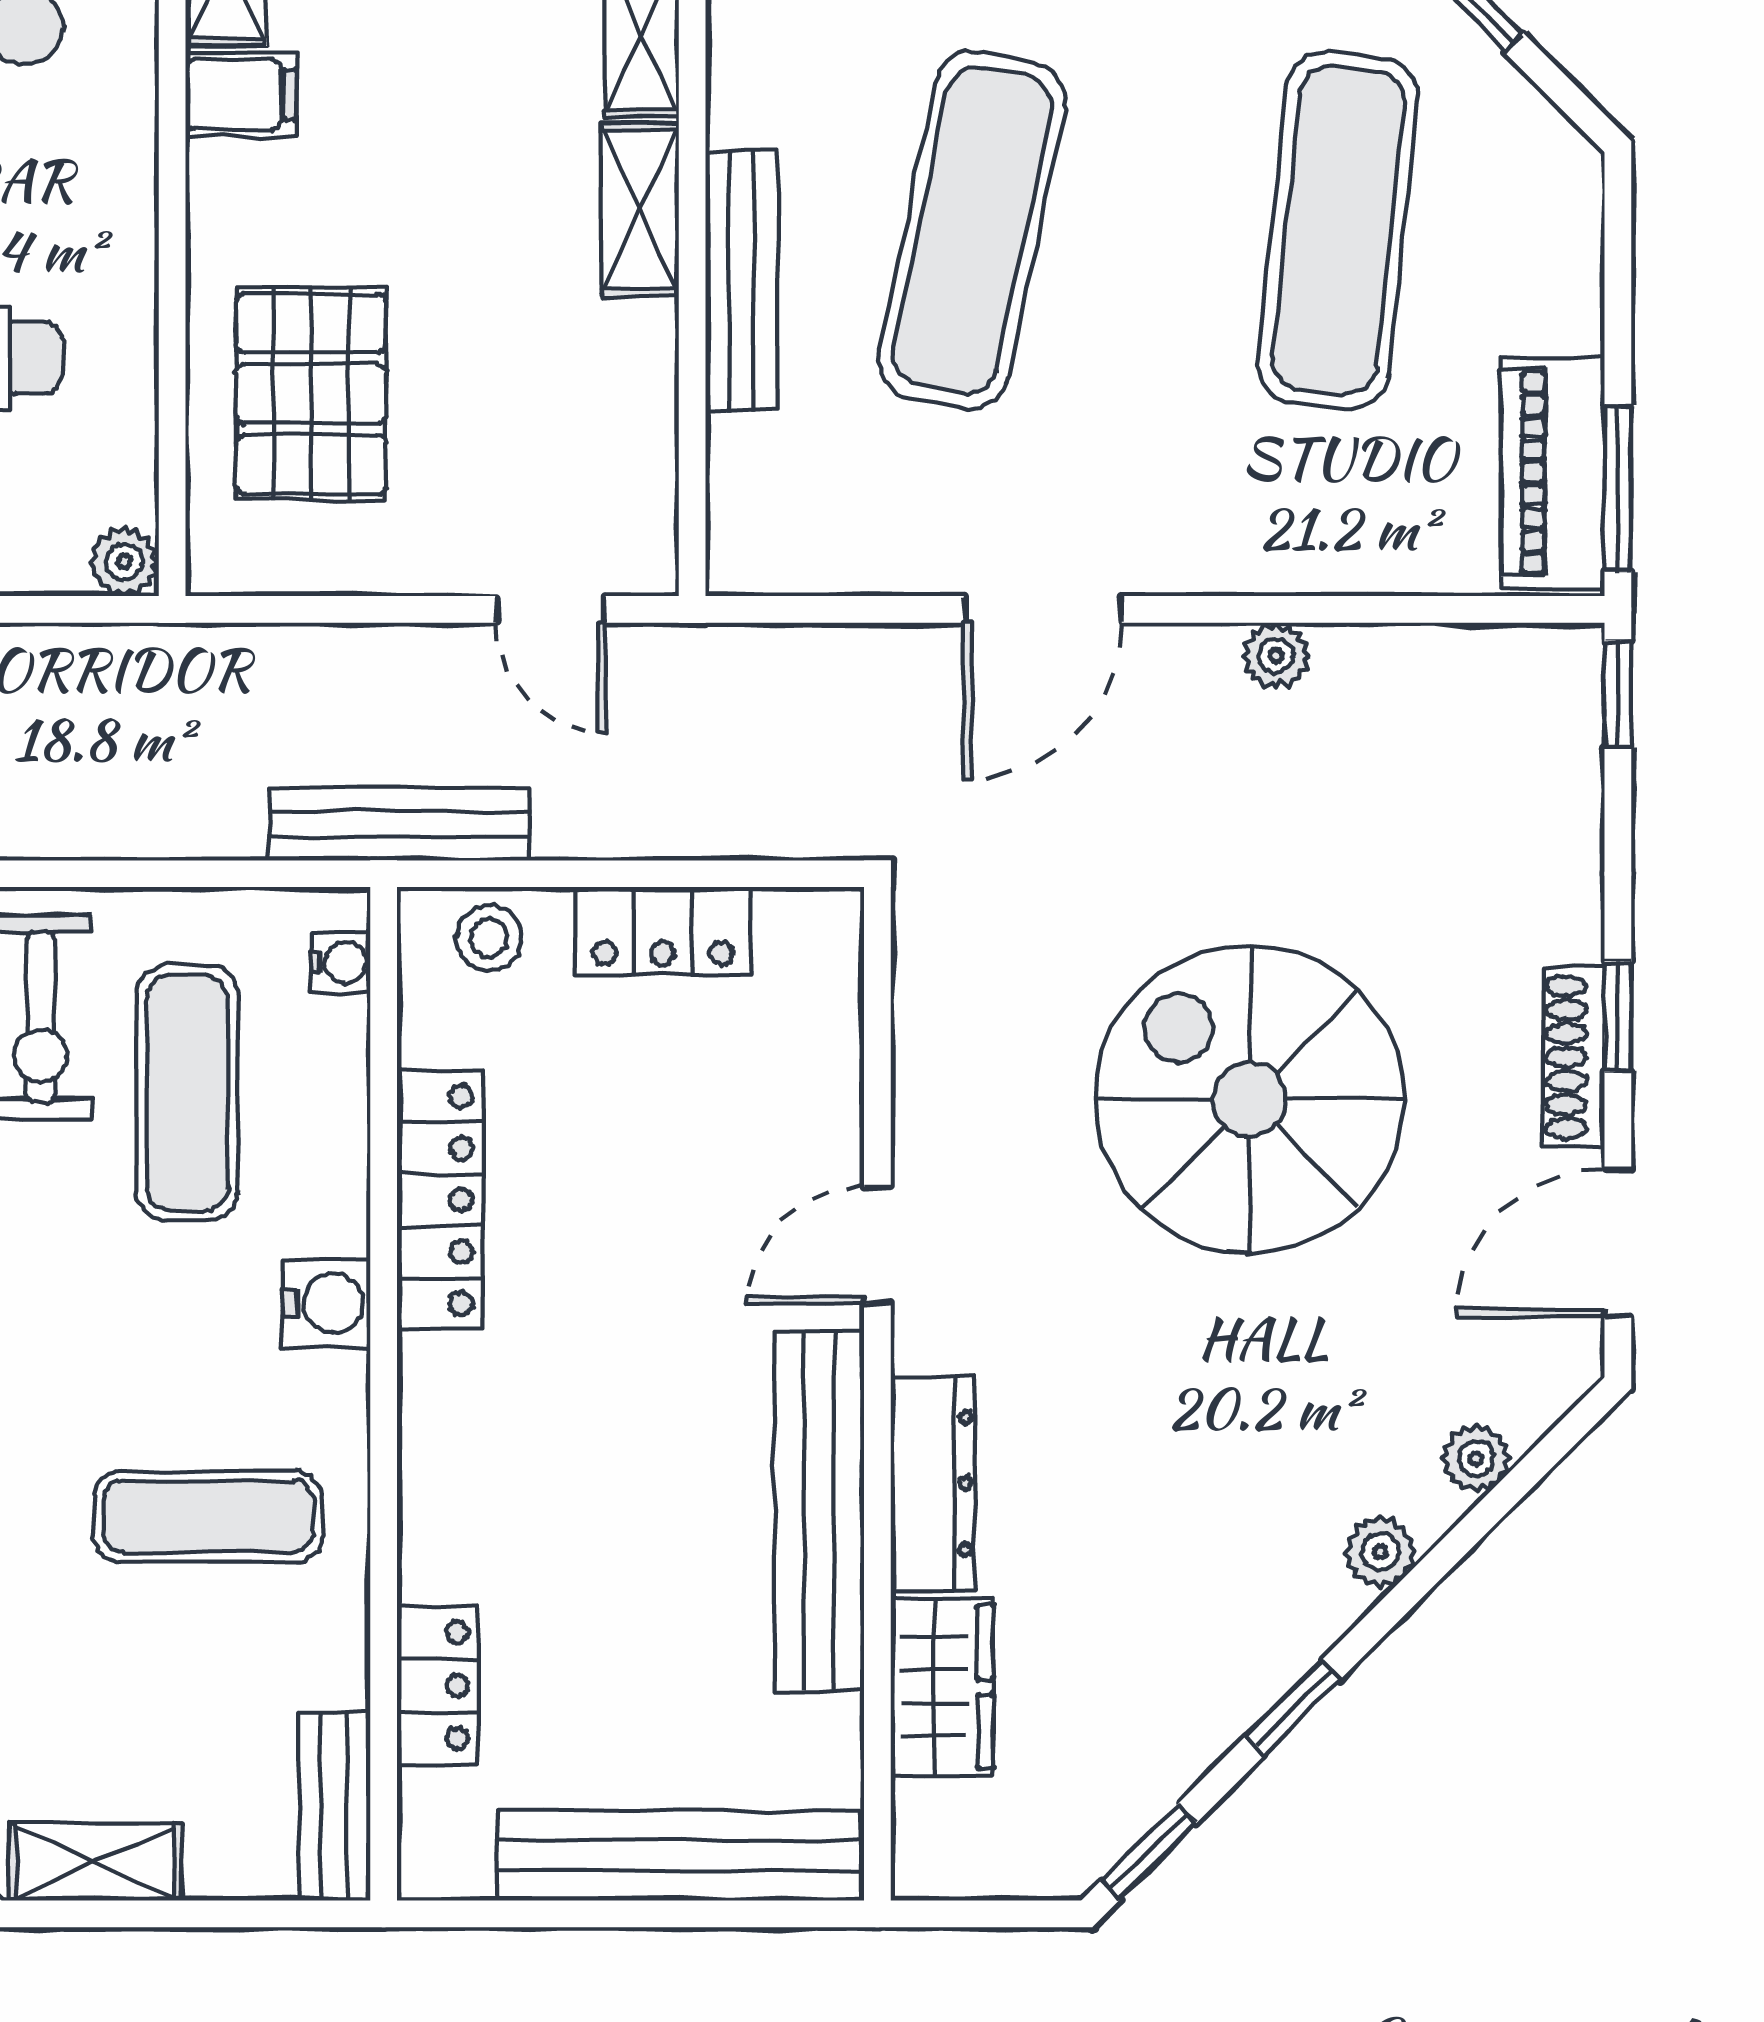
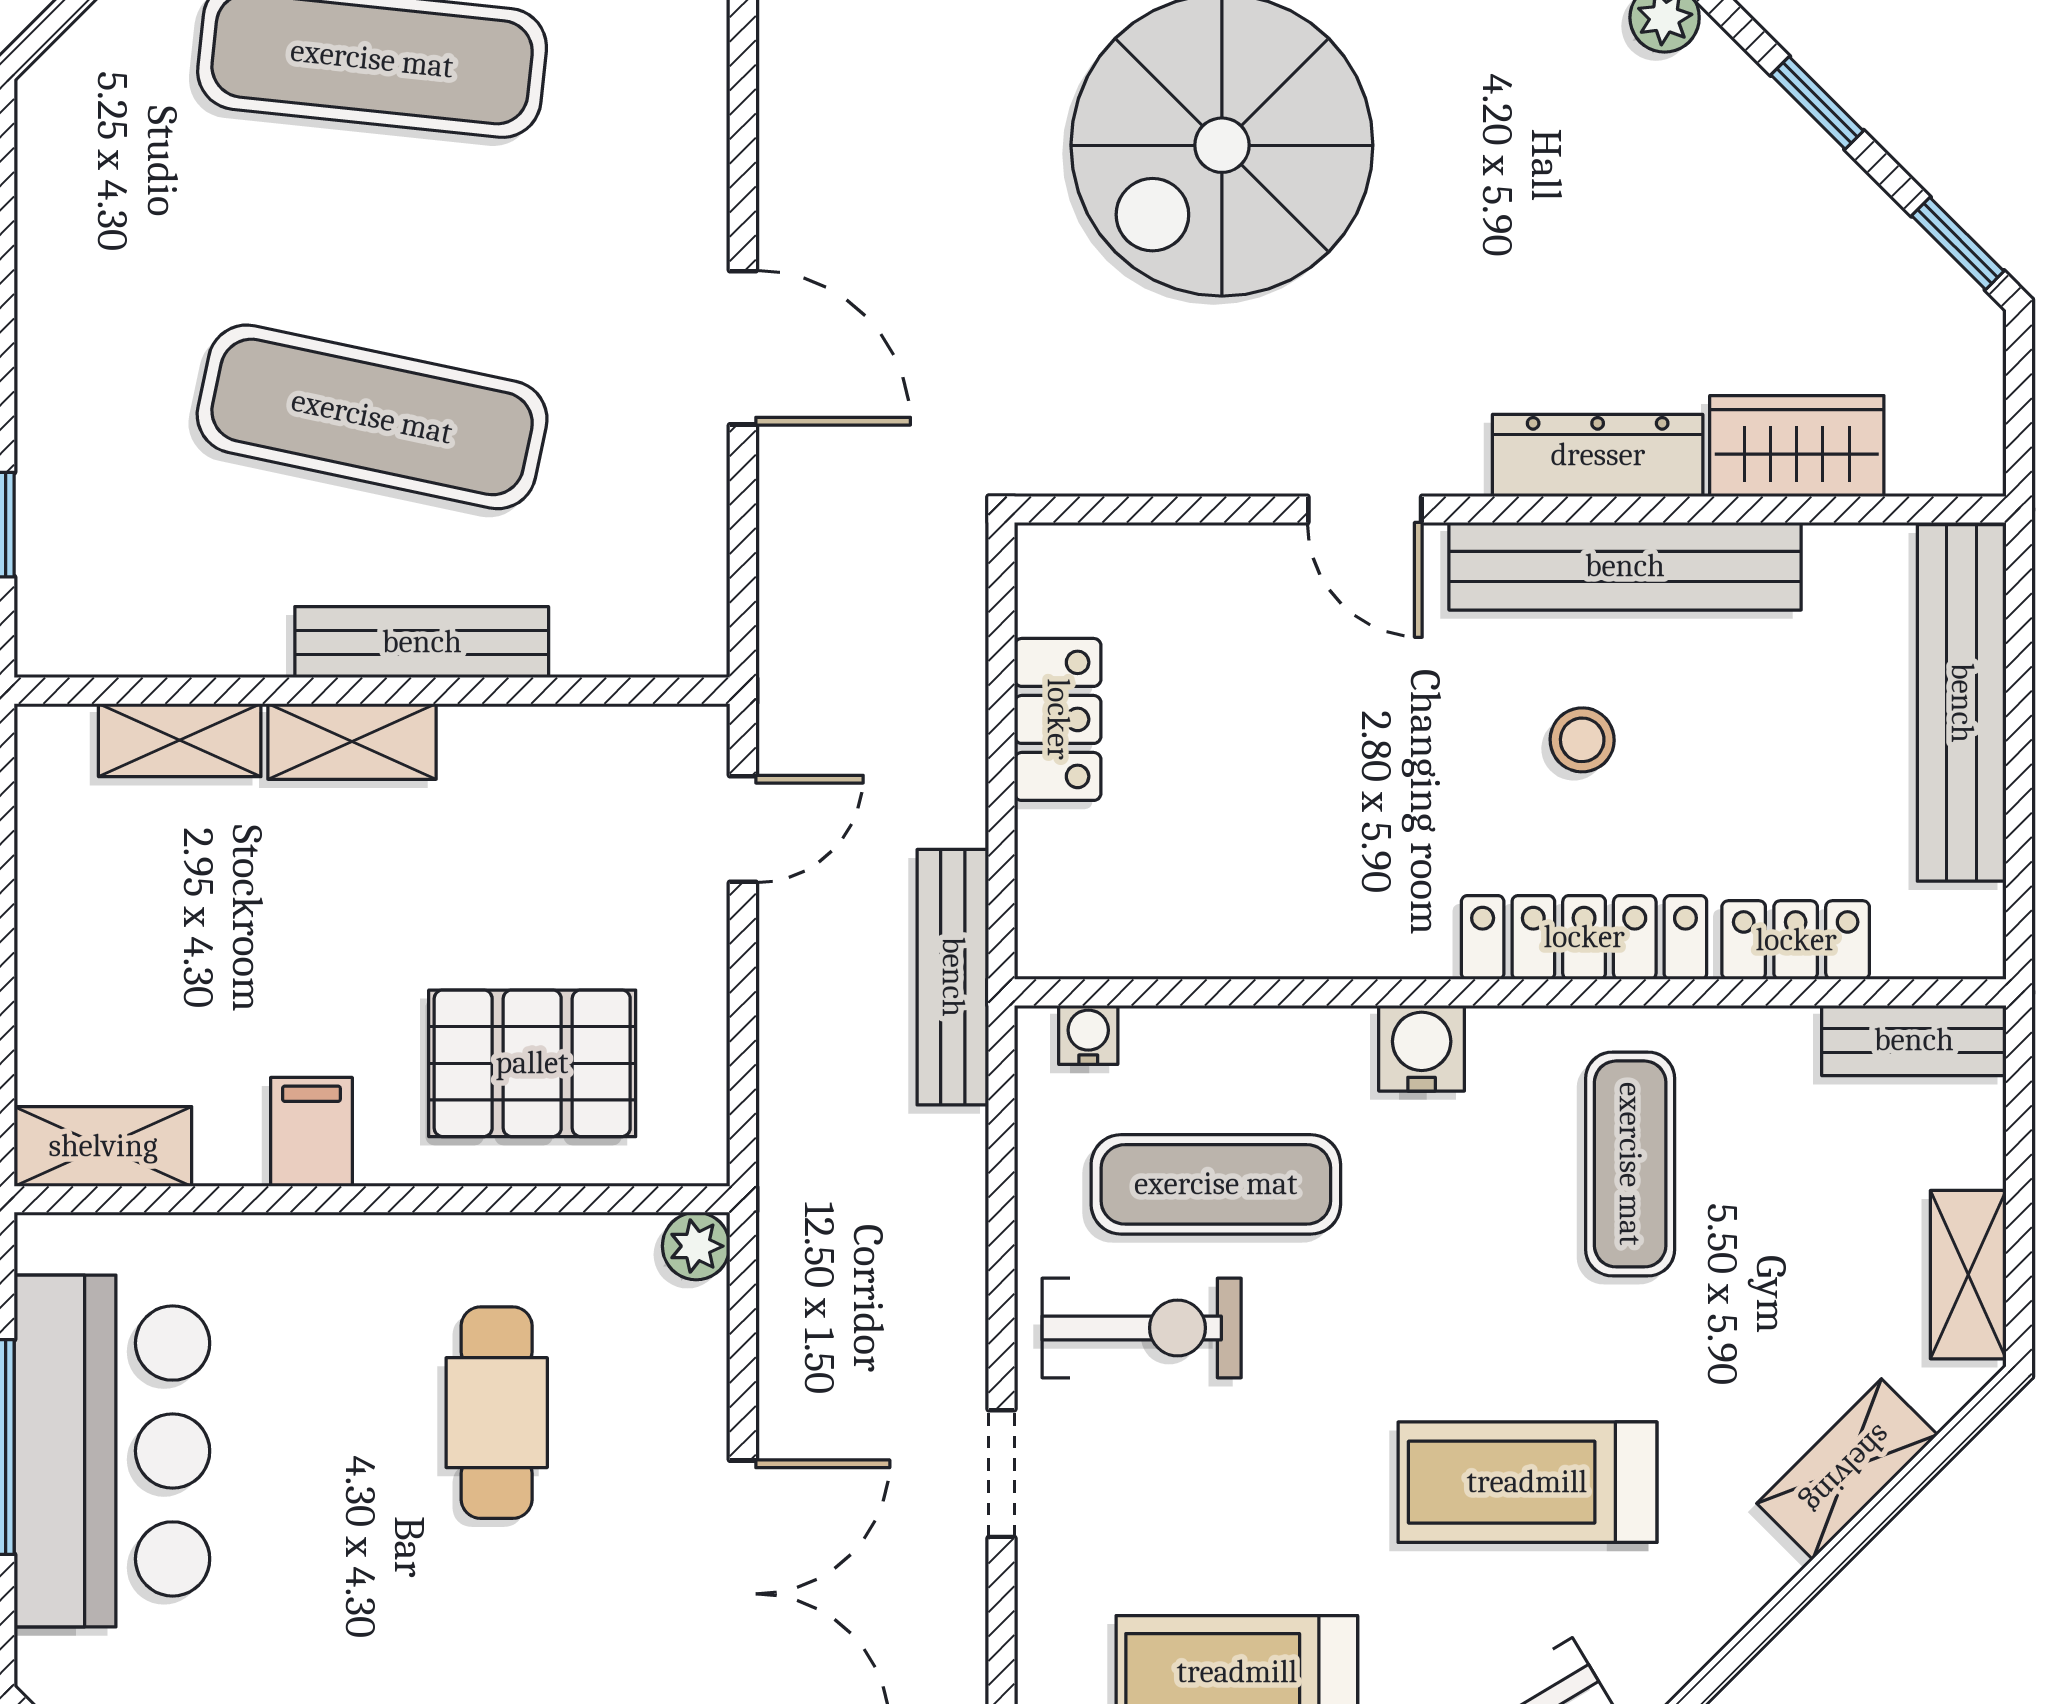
filing cabinet: (241, 95) -> (311, 1132), moved
plant: (1276, 656) -> (788, 120), removed
stool: (489, 938) -> (1582, 740), moved
locker: (440, 1200) -> (1584, 937), moved

